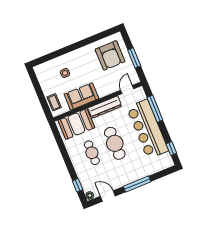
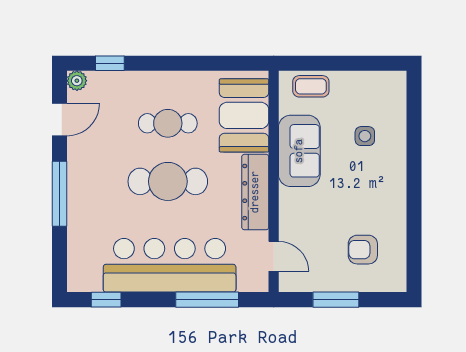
armchair: (110, 55) -> (363, 250), width x0.53, depth x0.53

